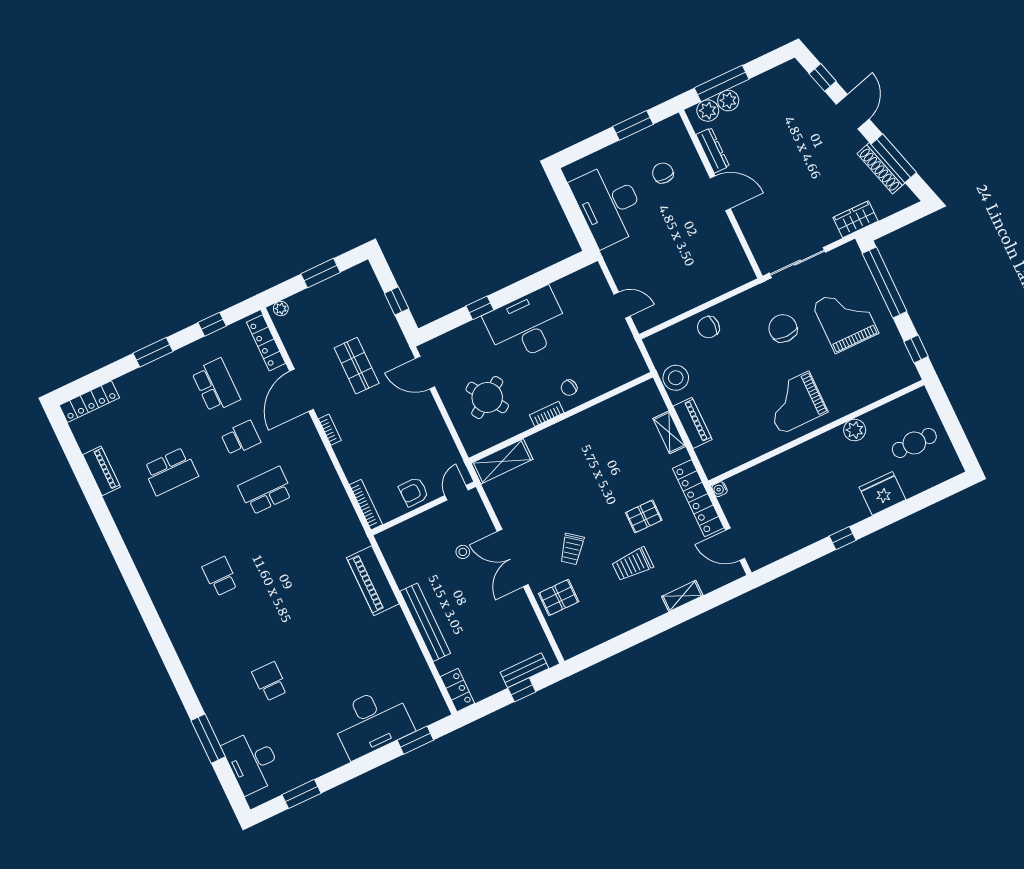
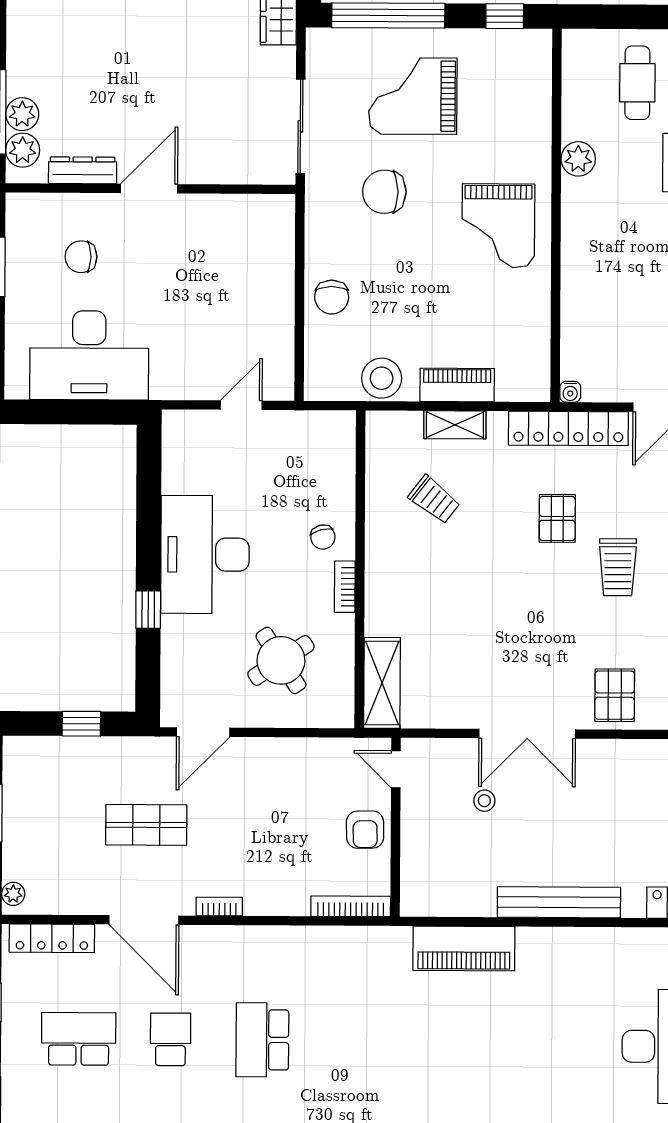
trolley: (572, 549) -> (434, 500), moved

